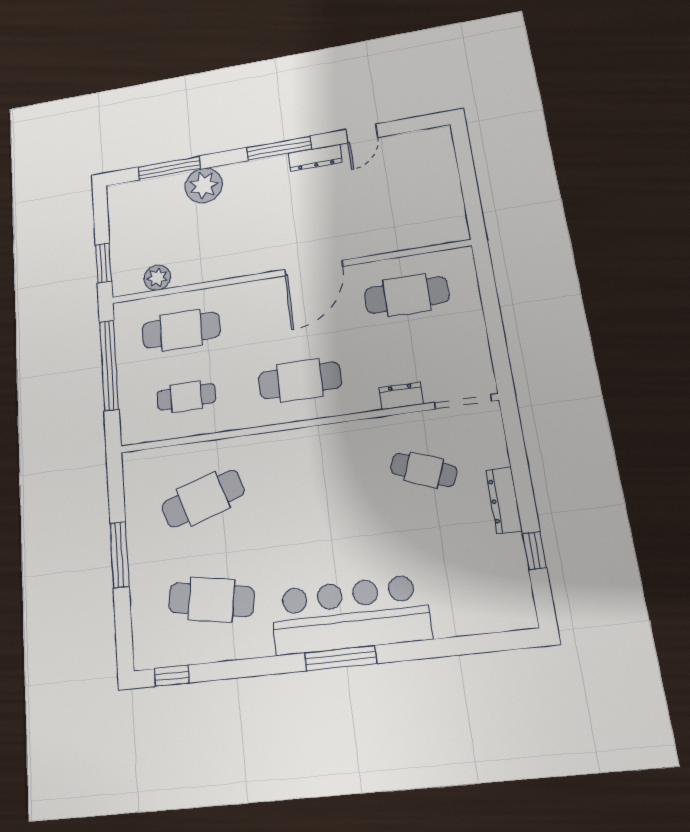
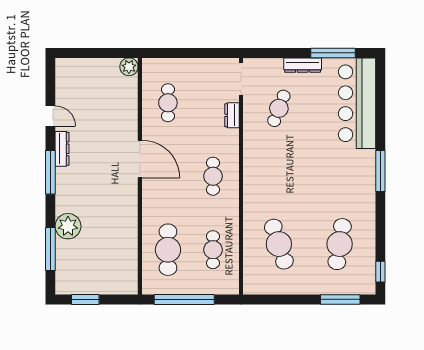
window: (103, 263) -> (85, 299), moved
plant: (157, 278) -> (129, 67), moved
cafe table: (407, 295) -> (168, 103), width x0.73, depth x0.74
cafe table: (300, 380) -> (213, 176), width x0.73, depth x0.74
window: (534, 551) -> (333, 53), width x2.17
window: (119, 555) -> (340, 299), moved
bar counter: (350, 615) -> (357, 103), moved

